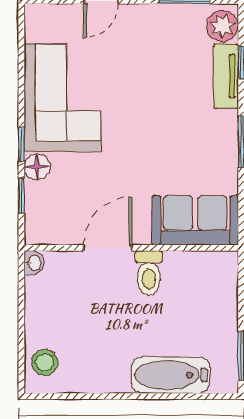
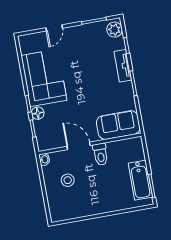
tv unit: (226, 76) -> (123, 66), moved
door: (108, 248) -> (79, 146), hinge flipped
stool: (45, 362) -> (68, 180), moved
bathtub: (171, 375) -> (140, 180), moved, turned -90

